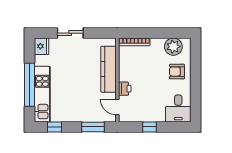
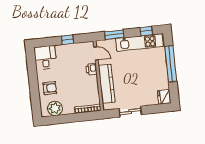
sliding door: (70, 33) -> (130, 112), moved
kitchen unit: (42, 94) -> (139, 42), moved, turned -90

